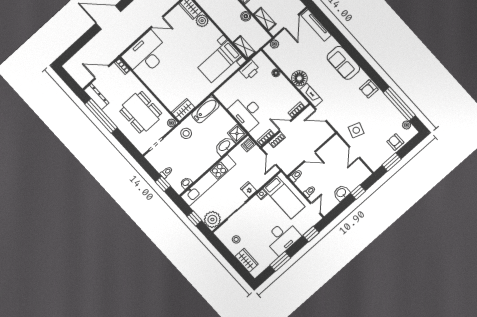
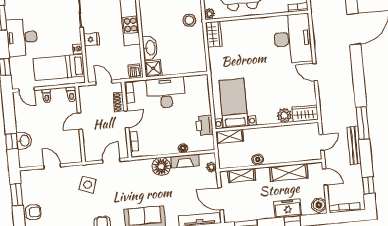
door: (157, 22) -> (315, 72), hinge flipped
fireplace: (311, 95) -> (185, 161), moved
bathtub: (205, 110) -> (198, 55), removed
side table: (356, 130) -> (88, 185), moved
washbasin: (341, 193) -> (24, 141), moved

